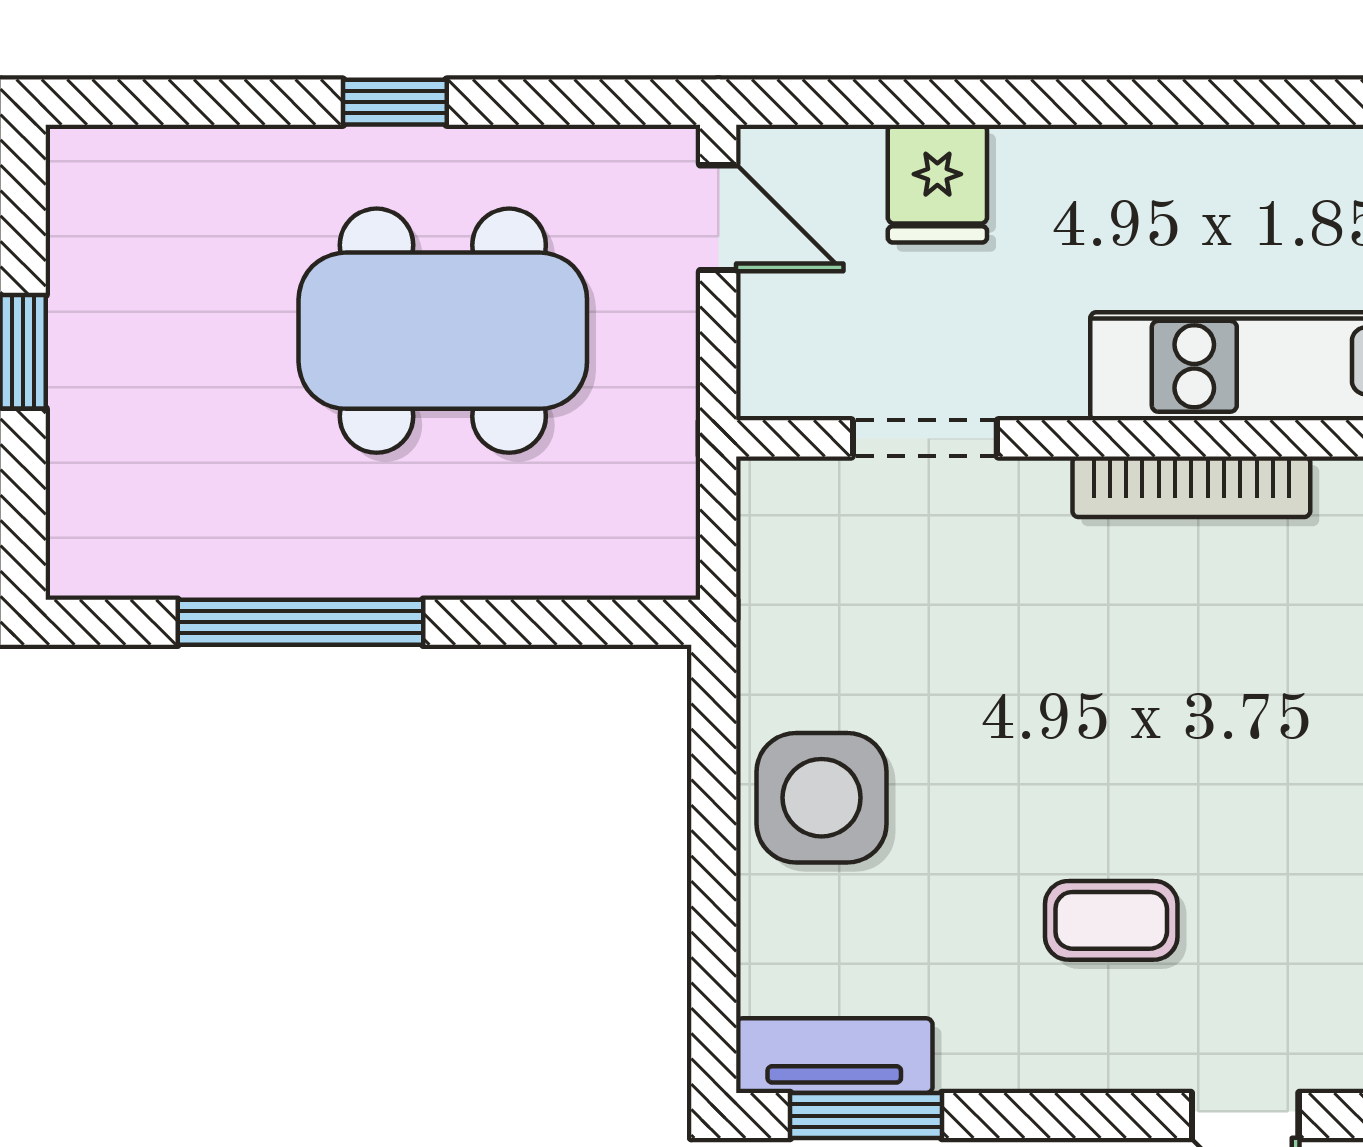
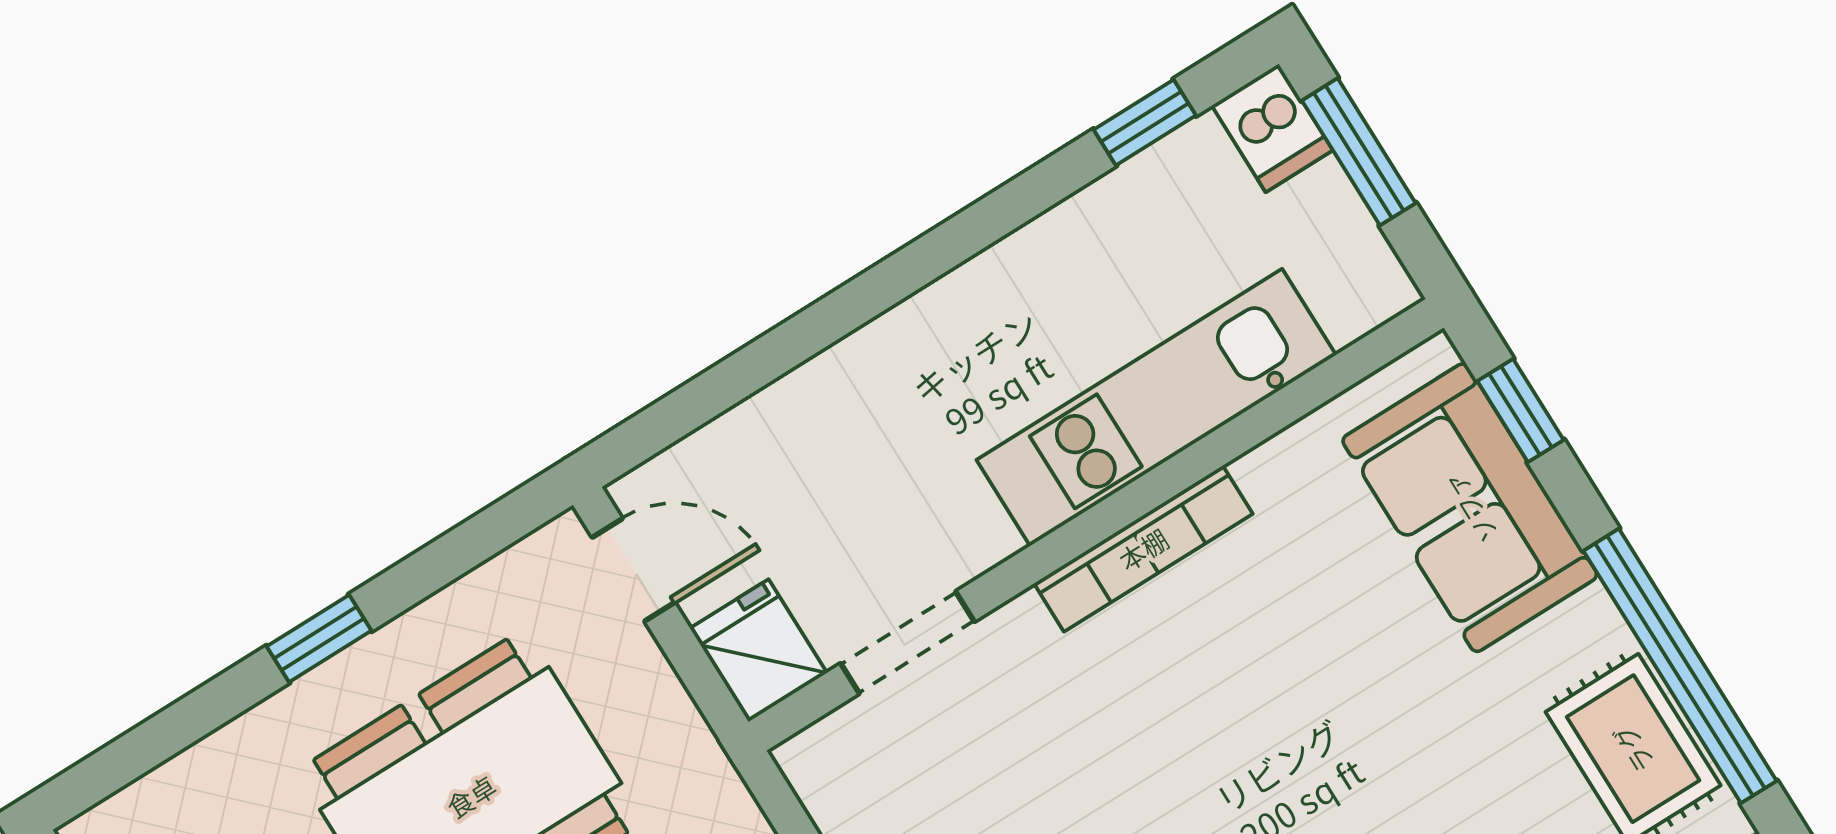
fridge: (937, 184) -> (759, 651), moved, turned 180

